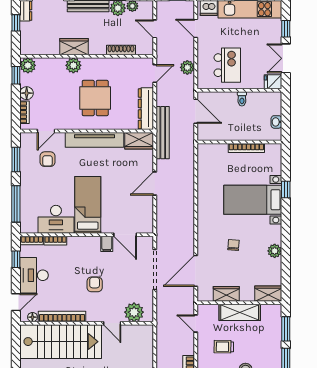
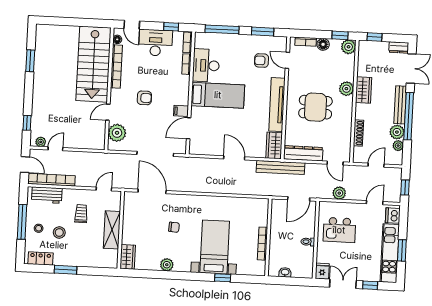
window: (16, 23) -> (374, 37), moved
wardrobe: (226, 294) -> (129, 218), removed
window: (286, 329) -> (95, 271), removed

